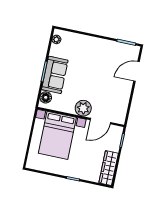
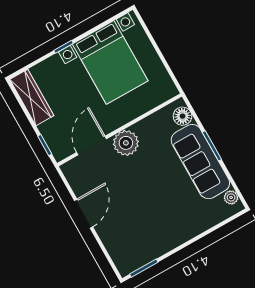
door: (136, 71) -> (84, 214), moved
sofa: (55, 75) -> (200, 162), width x1.36
bed with nightstands: (57, 135) -> (110, 62), moved, turned 180

